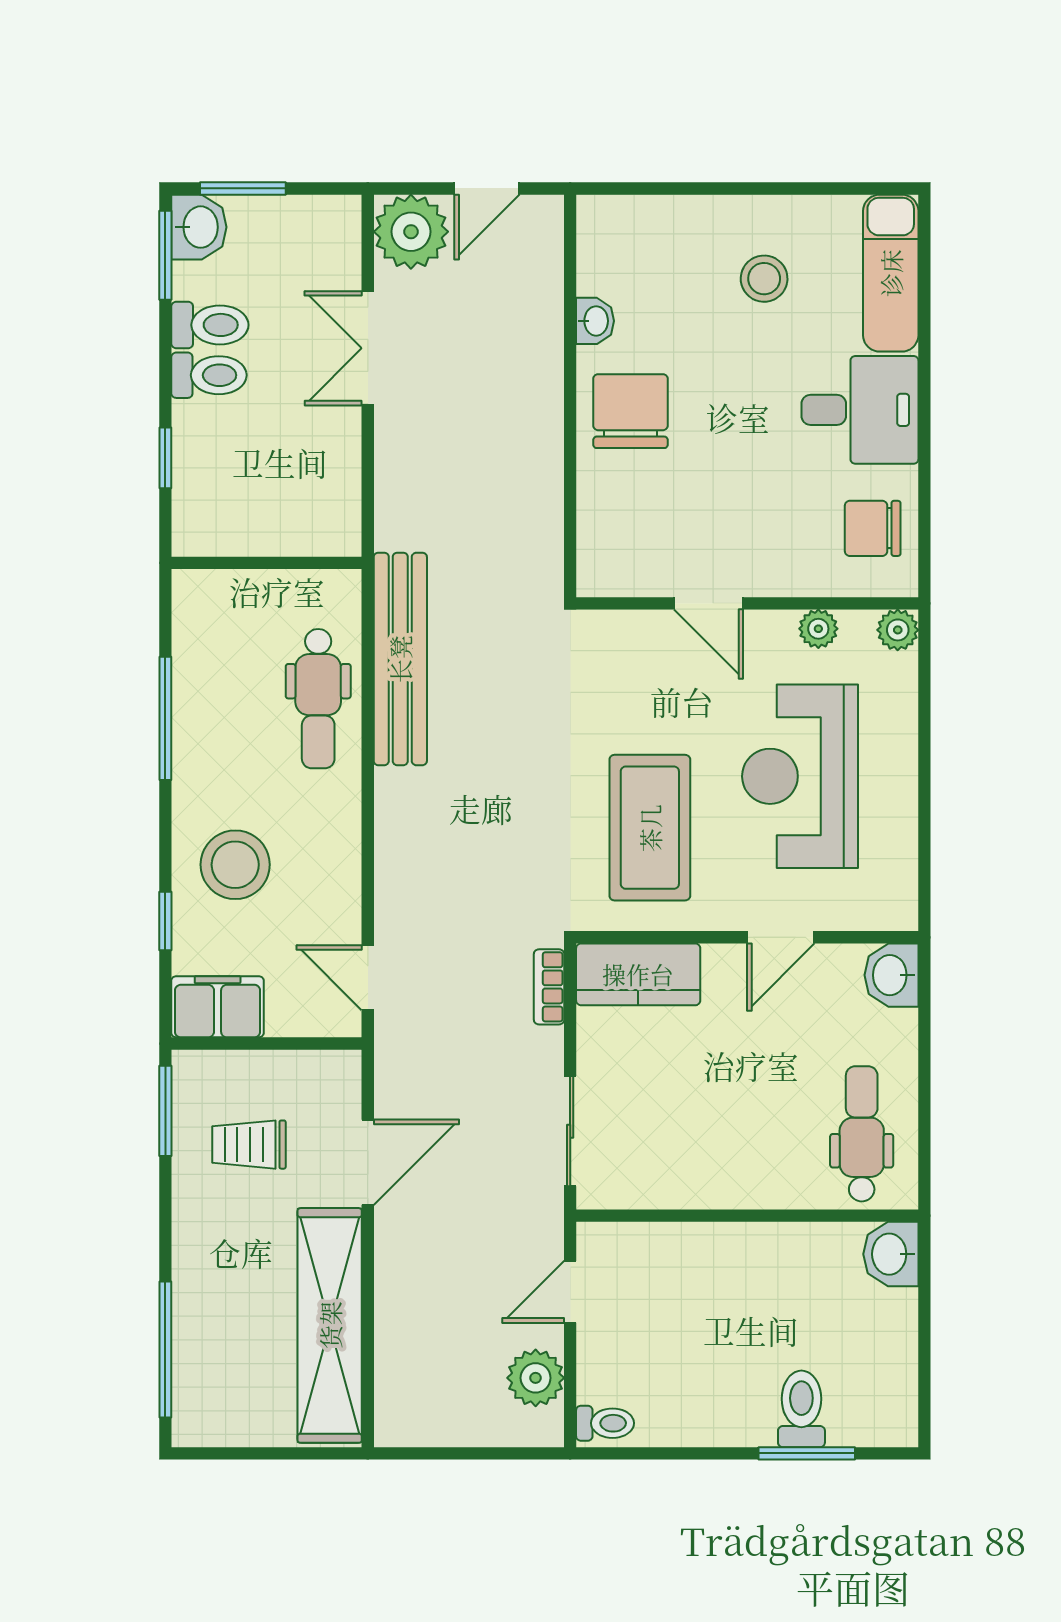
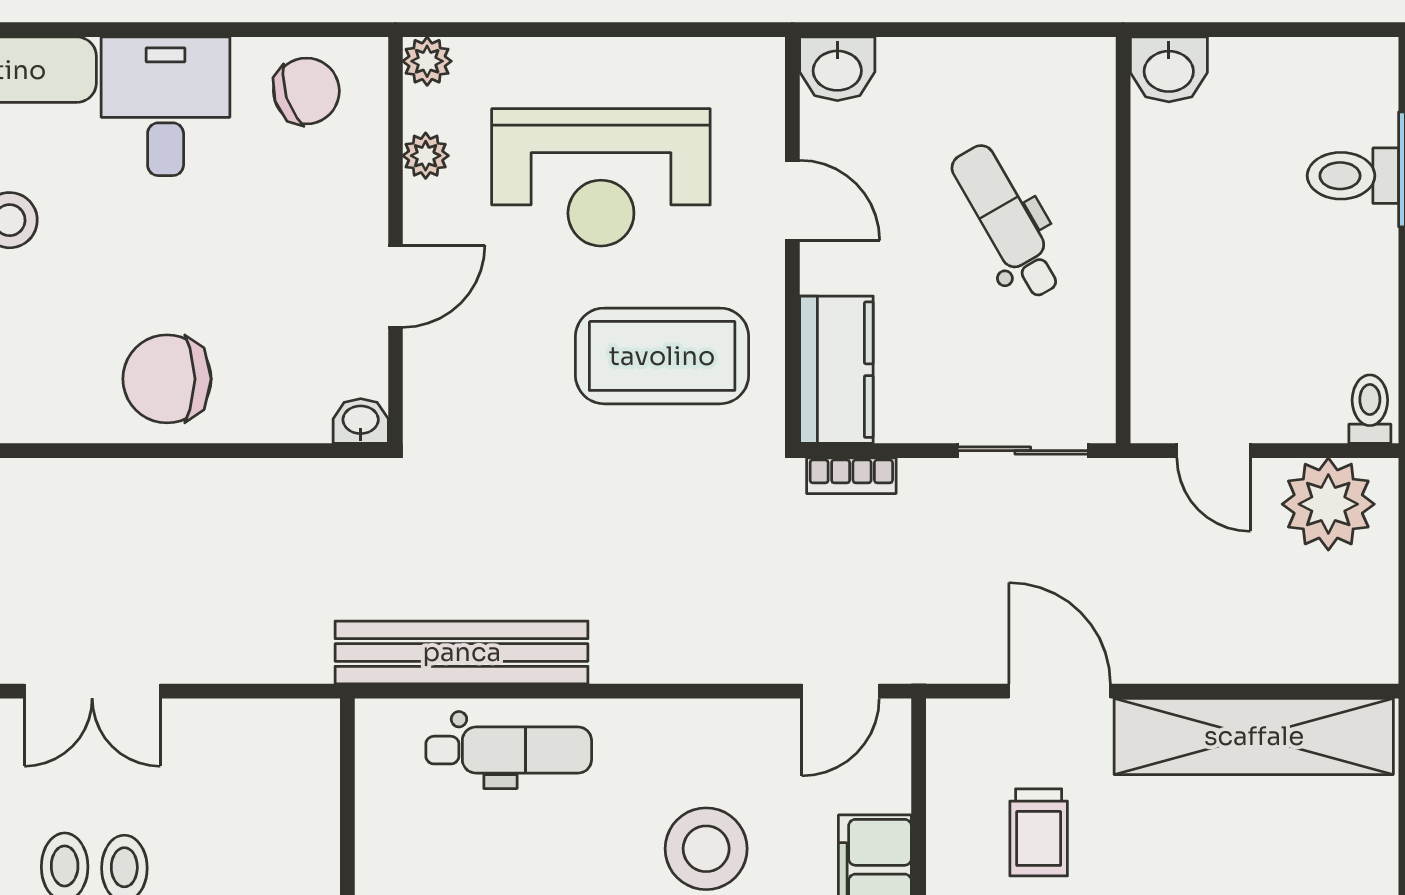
washbasin: (595, 321) -> (361, 421), moved
chair: (873, 528) -> (306, 91), turned -108
dental chair: (862, 1134) -> (1007, 222), moved, turned 60
plant: (536, 1378) -> (1328, 504), width x1.36, depth x1.36

